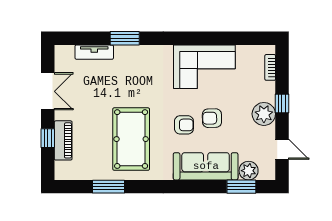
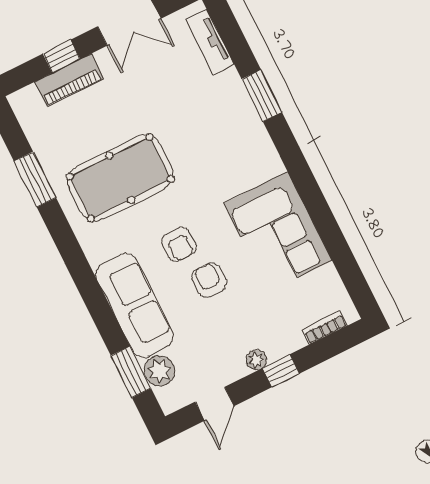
tv unit: (94, 52) -> (210, 42), moved
plant: (264, 114) -> (256, 360), width x0.53, depth x0.53

